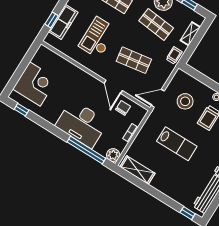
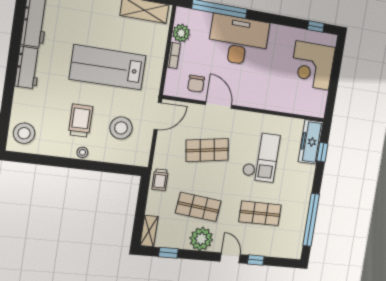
freezer: (63, 22) -> (311, 142), moved
shelving: (190, 34) -> (149, 231), moved
lab bench: (177, 144) -> (108, 67), width x1.36, depth x1.39
plant: (113, 155) -> (181, 33), moved

